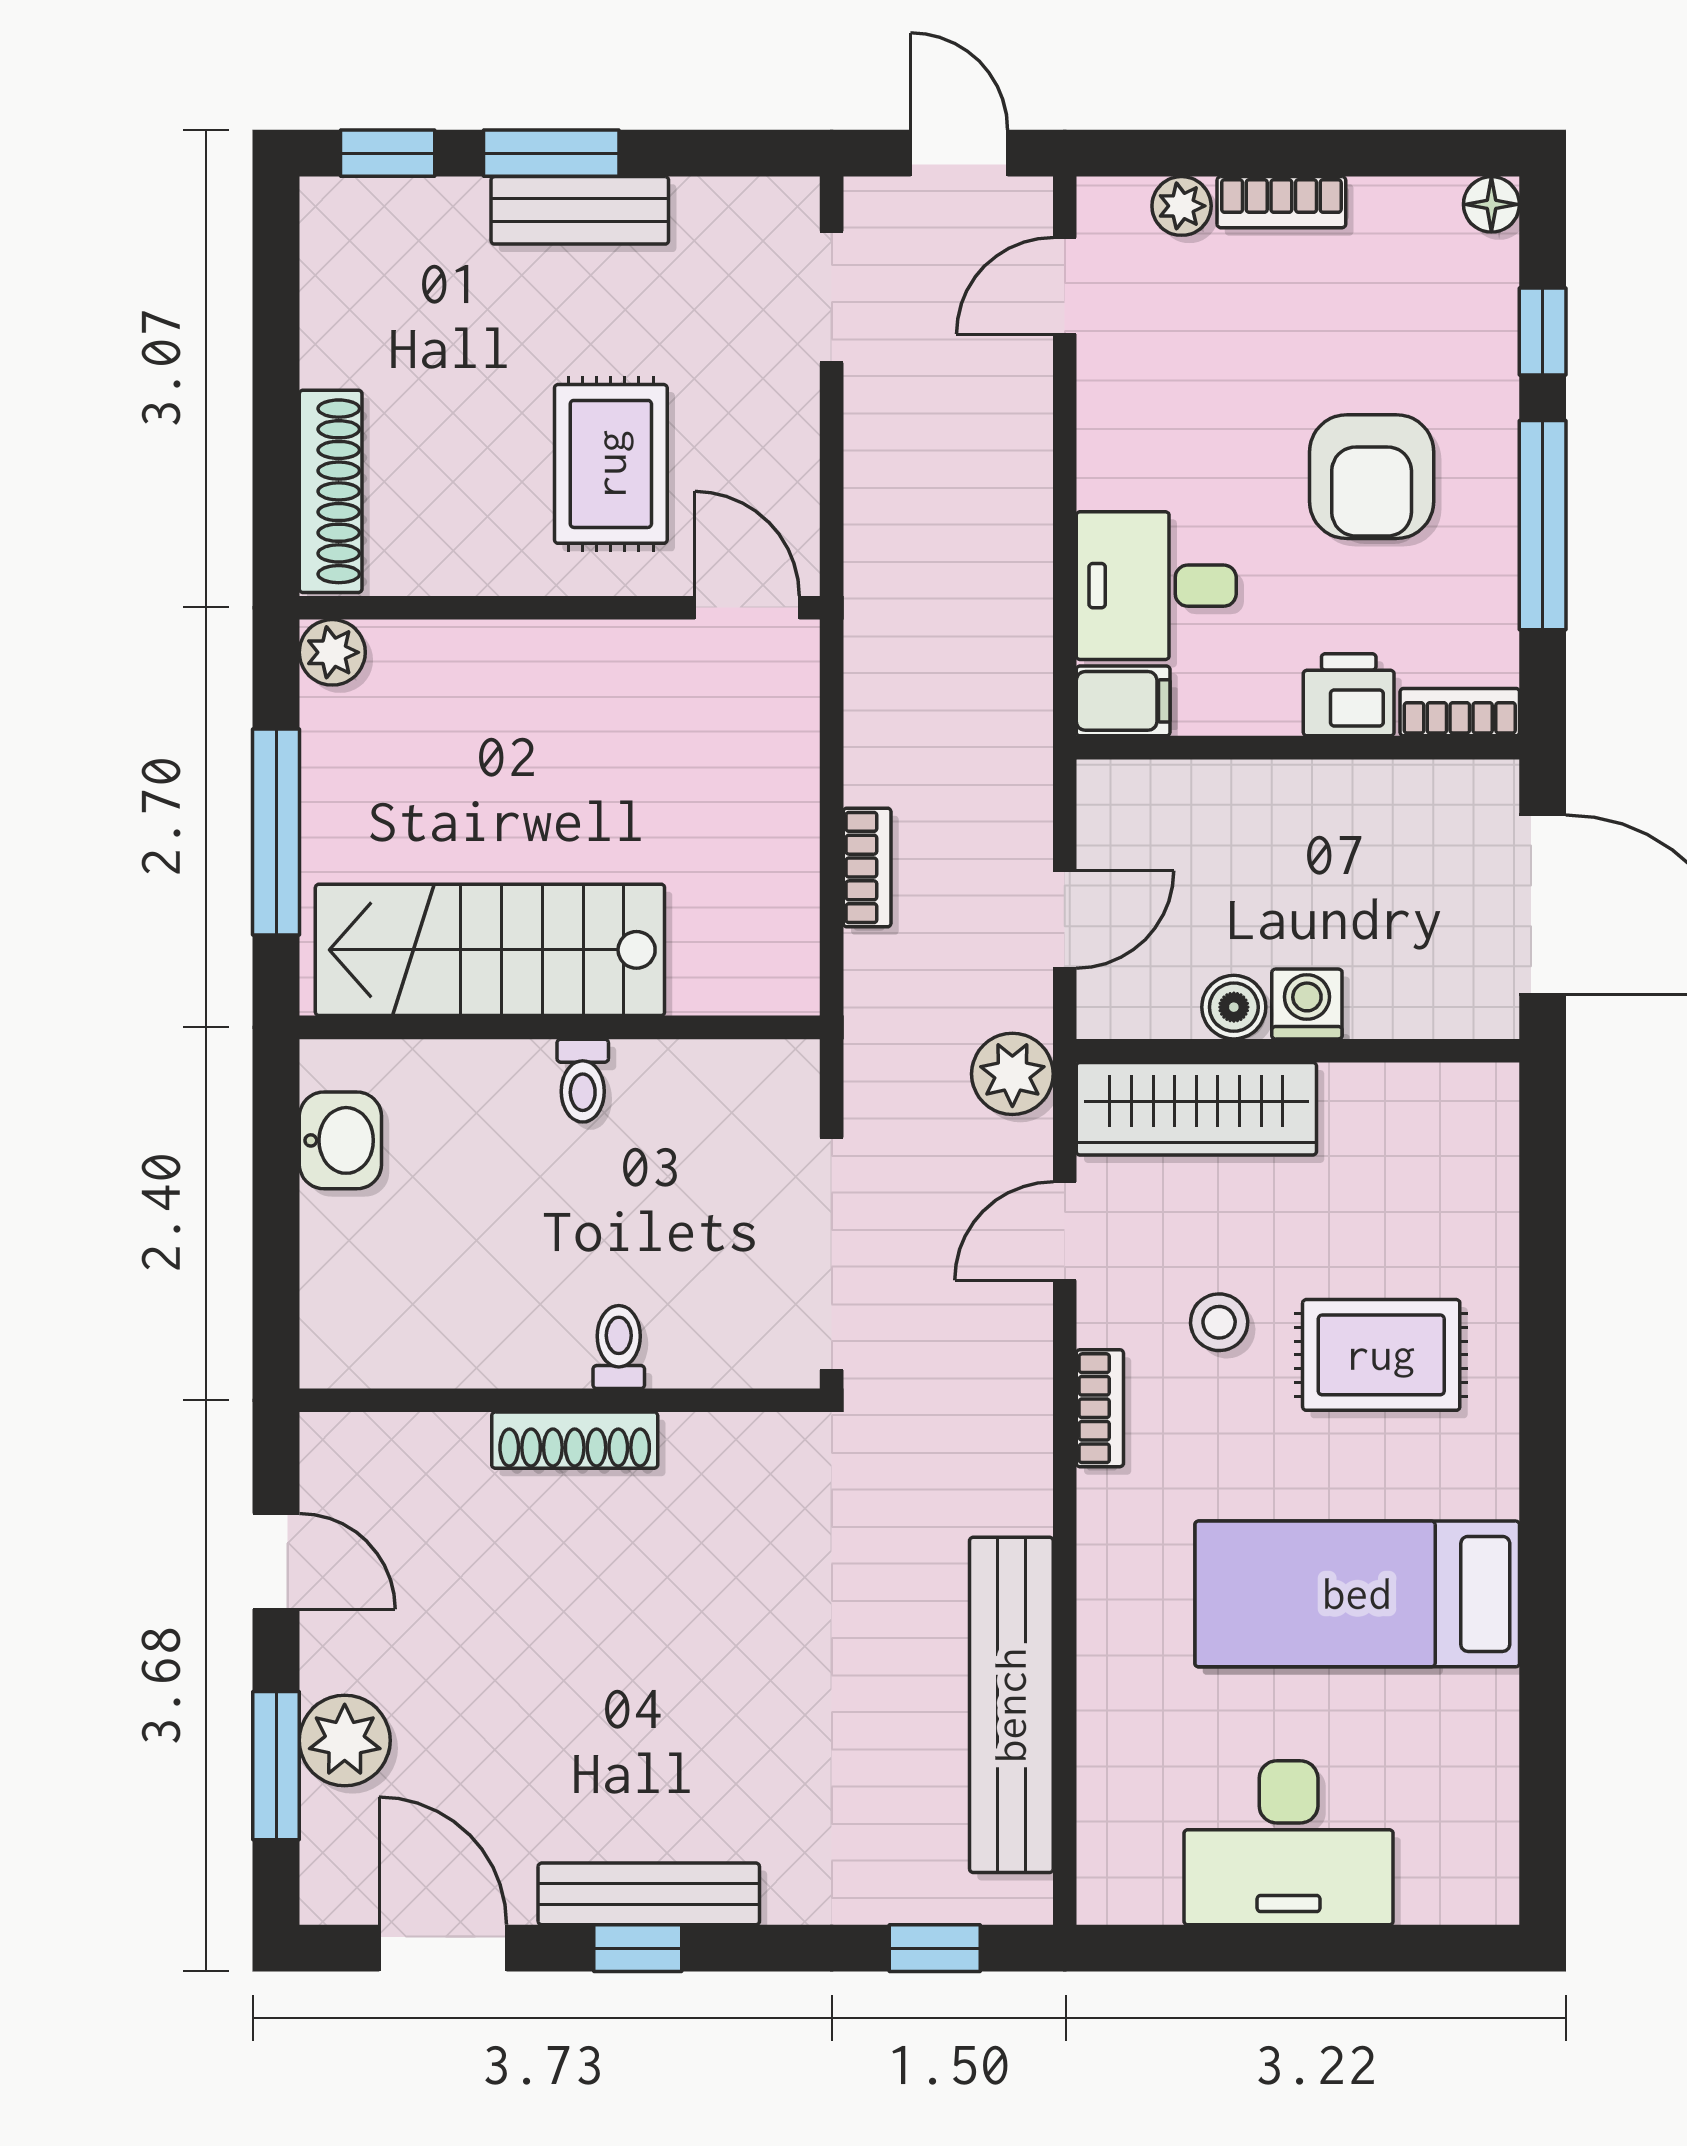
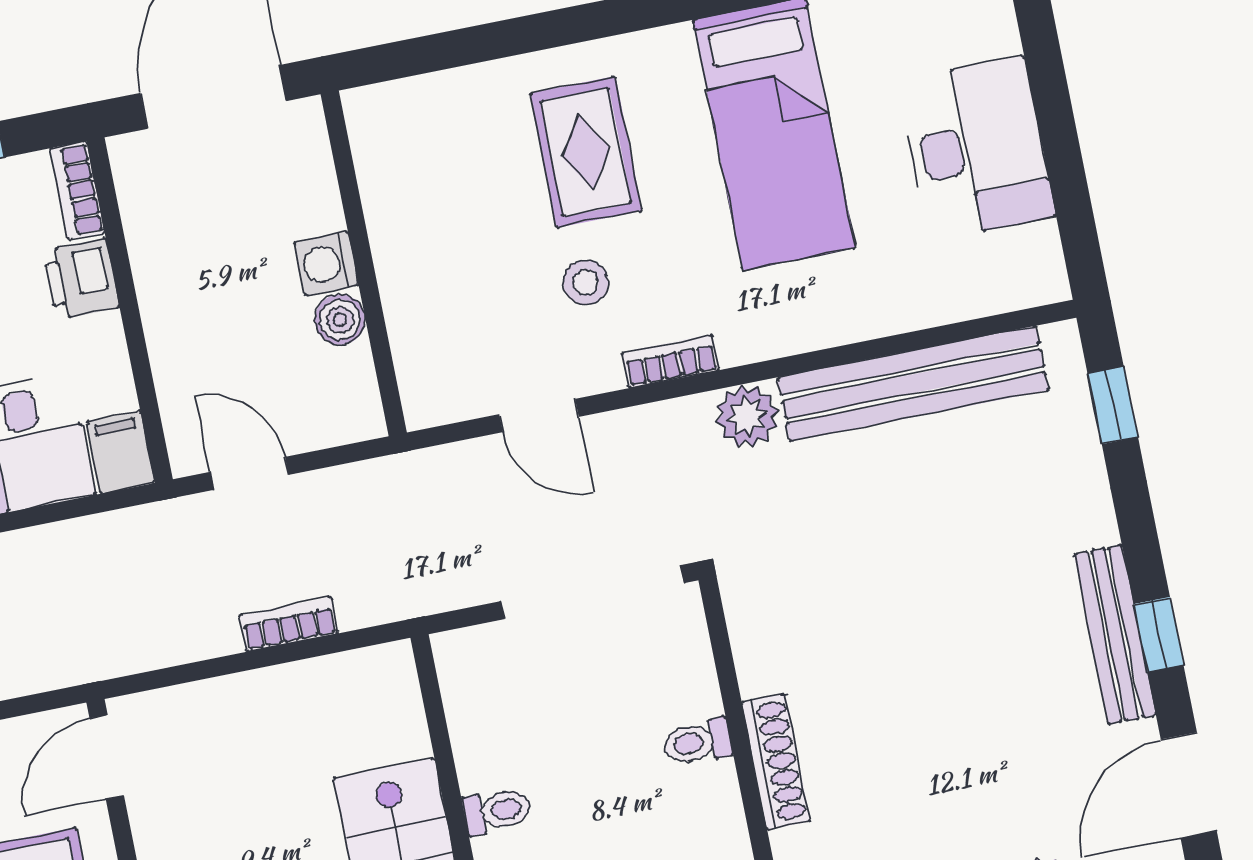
door: (1065, 919) -> (249, 473), moved
plant: (1012, 1074) -> (747, 416), moved
wardrobe: (1196, 1109) -> (424, 333), removed

